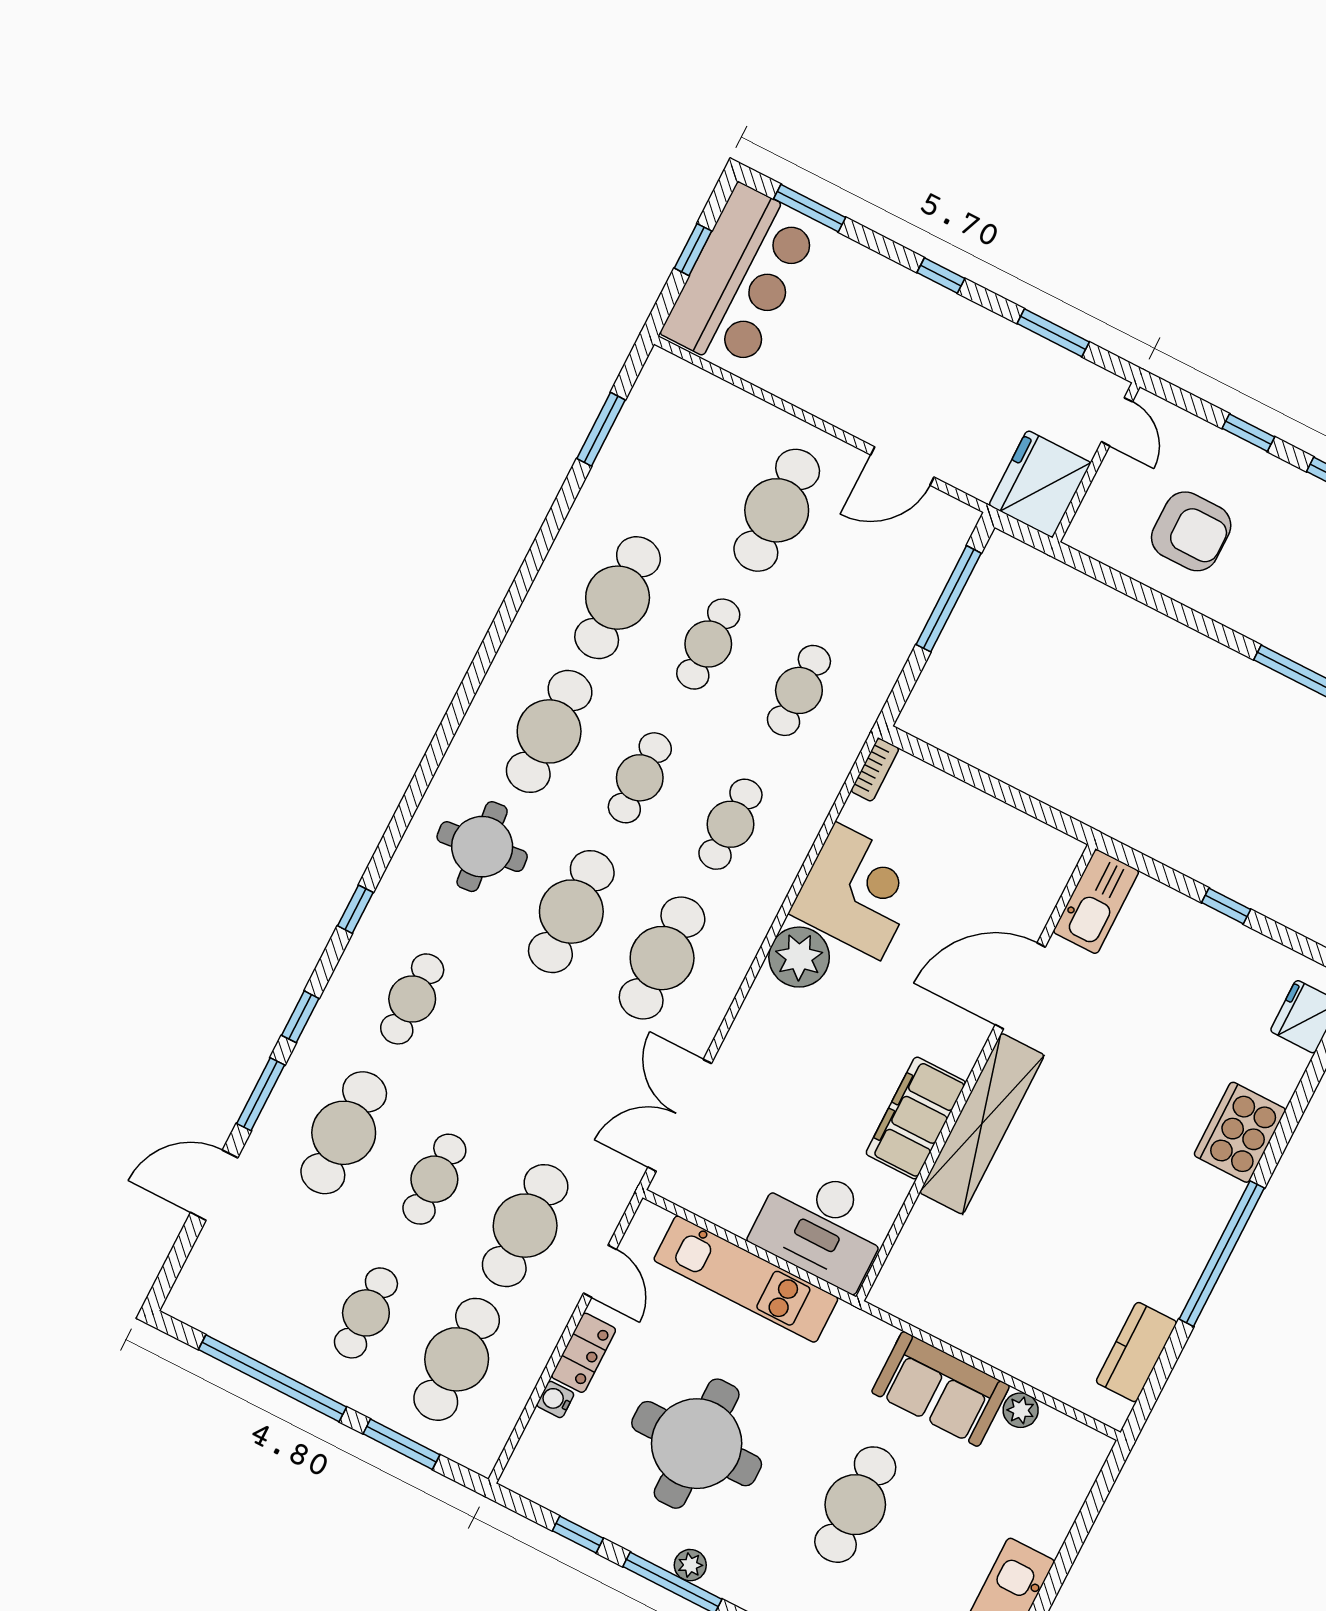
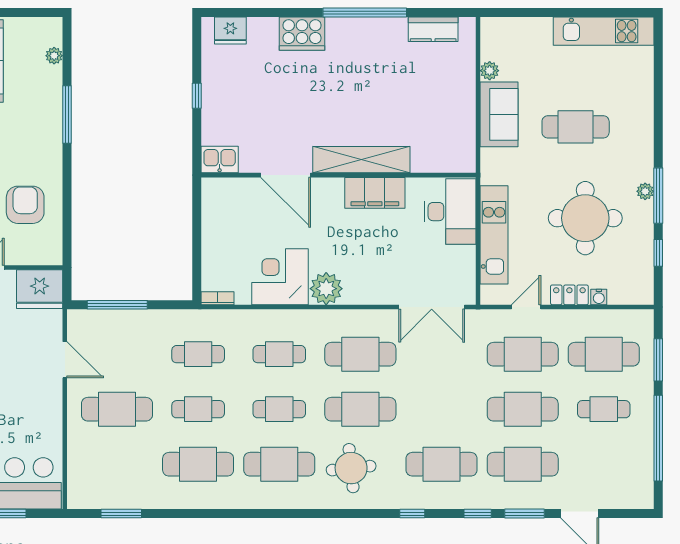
kitchen sink: (1096, 902) -> (220, 160), width x0.73
cafe table: (412, 999) -> (442, 464), width x1.37, depth x1.35
cafe table: (434, 1179) -> (523, 409), width x1.37, depth x1.35

